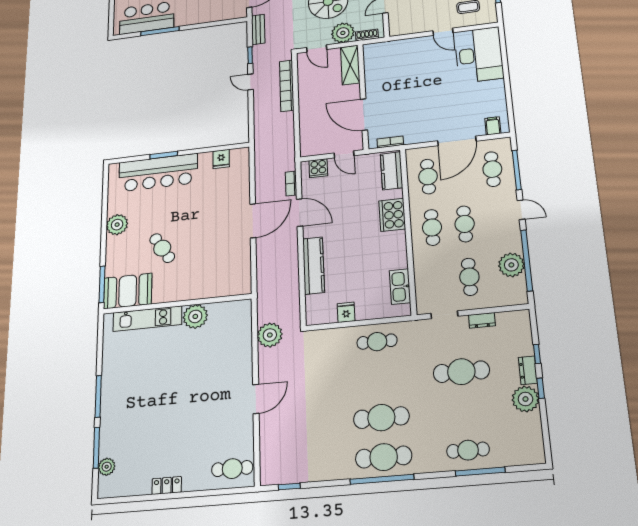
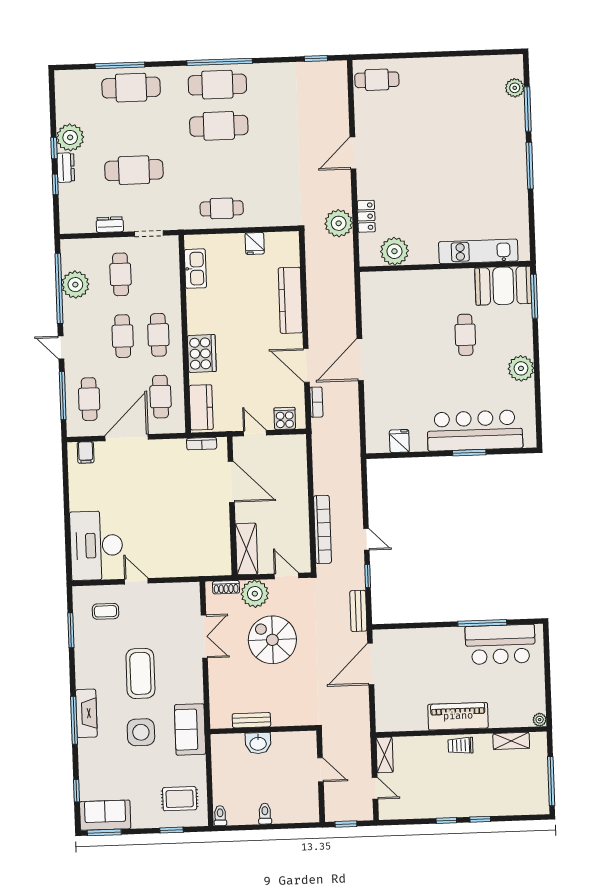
cafe table: (162, 248) -> (465, 335), turned 33
plant: (195, 316) -> (394, 251), moved
cafe table: (468, 450) -> (131, 88), width x1.37, depth x1.35
locker: (167, 485) -> (366, 216), moved, turned -90

